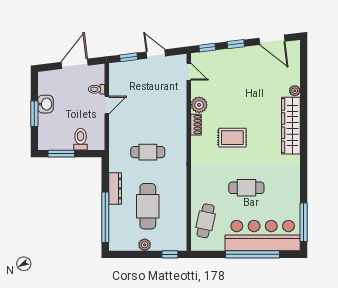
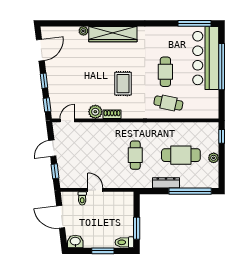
washbasin: (46, 104) -> (75, 242), moved
toilet: (81, 139) -> (124, 242), moved
cafe table: (206, 221) -> (168, 103), moved

